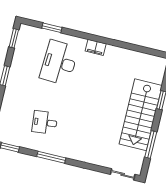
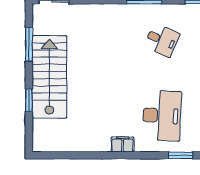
desk: (45, 122) -> (162, 40), turned 30

